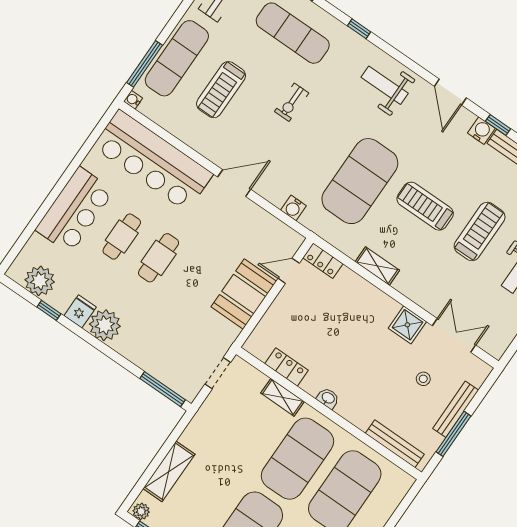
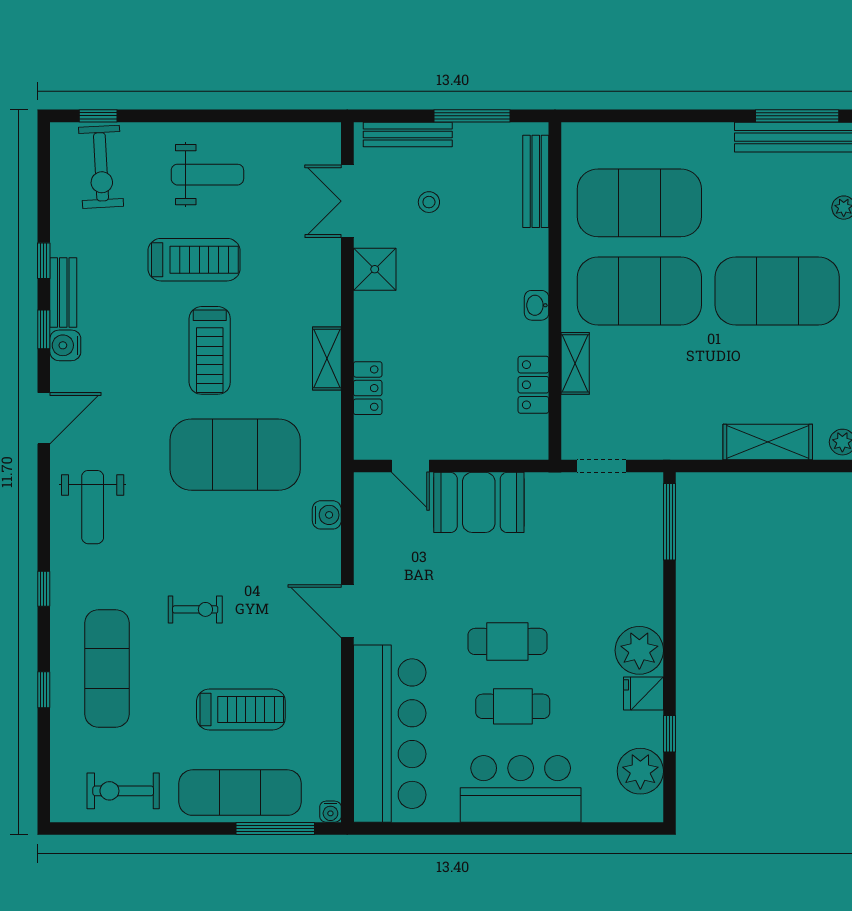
treadmill: (480, 231) -> (194, 260), turned 180
locker: (323, 261) -> (368, 388), moved
bench: (456, 409) -> (408, 135), moved

